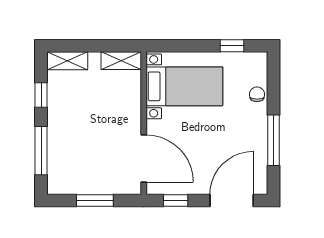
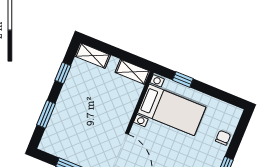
window: (232, 46) -> (183, 79), moved
window: (41, 151) -> (46, 114), width x0.69

